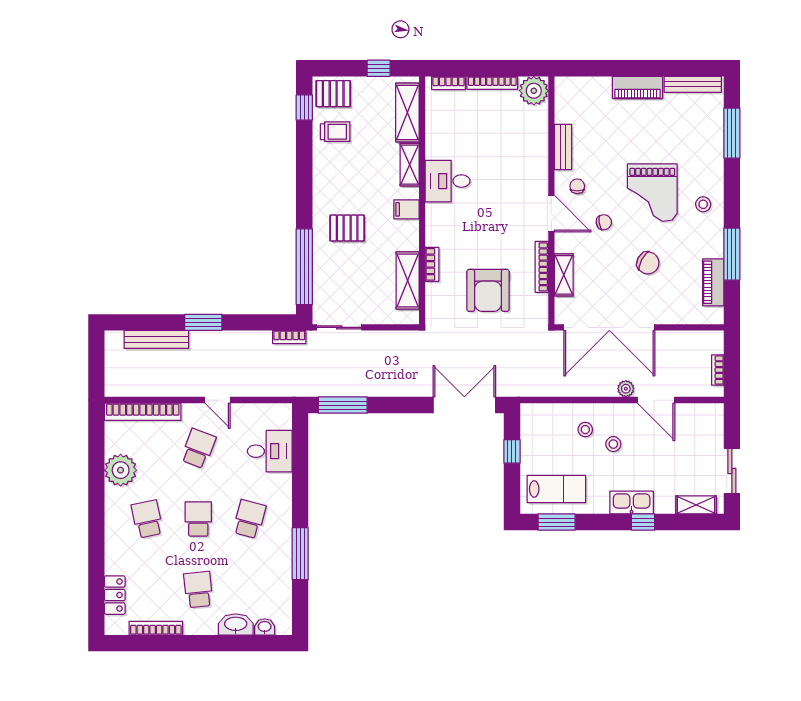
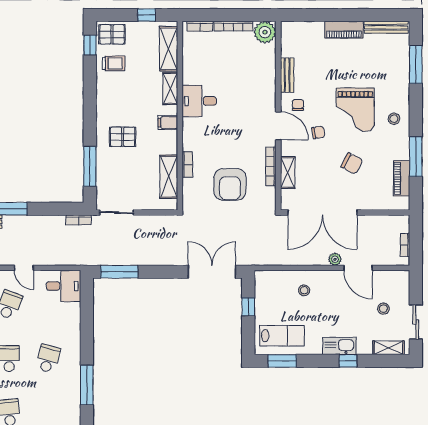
window: (304, 267) -> (90, 166), width x0.68
stool: (613, 444) -> (383, 309), moved
desk: (270, 451) -> (64, 286), moved

